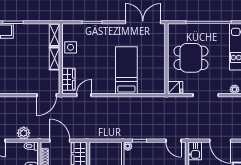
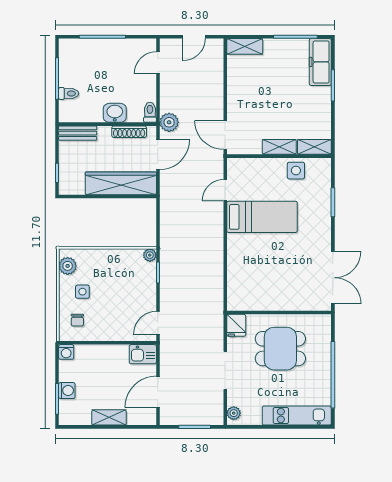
dining table: (191, 58) -> (280, 349), turned 90
bed: (126, 70) -> (262, 217), moved
wardrobe: (68, 79) -> (249, 167), removed
door: (84, 95) -> (225, 190), swing flipped
plant: (24, 133) -> (169, 122), moved

